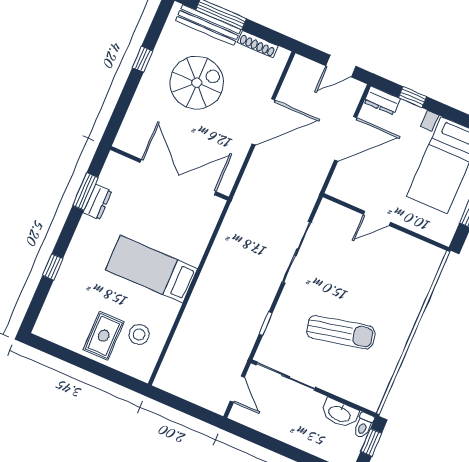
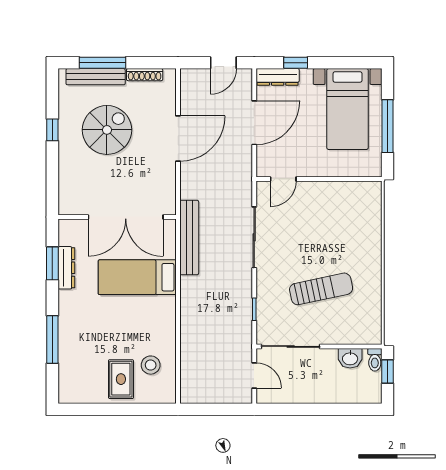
dresser: (382, 101) -> (278, 77), width x1.44
double door: (178, 177) -> (126, 217), swing flipped
dresser: (97, 202) -> (66, 268), width x1.44
door: (377, 218) -> (283, 179), moved
bench: (232, 225) -> (189, 237), added
window: (53, 267) -> (52, 339), width x2.17
bed: (152, 269) -> (137, 277), moved
washbasin: (340, 413) -> (350, 358), width x0.72

